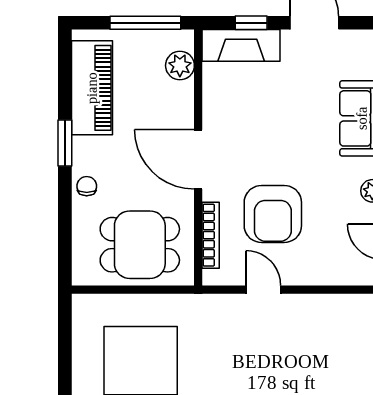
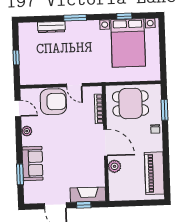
window: (145, 23) -> (131, 203), removed
plant: (180, 66) -> (115, 166), moved
window: (65, 143) -> (164, 110), moved
armchair: (273, 214) -> (53, 102), moved, turned 90

